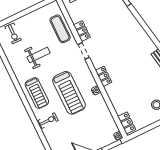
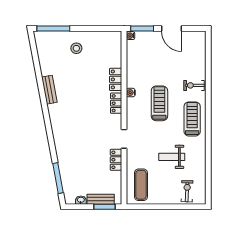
exercise mat: (60, 29) -> (141, 185), moved
treadmill: (69, 93) -> (159, 103), width x0.73, depth x0.73
locker: (127, 123) -> (116, 79), moved

